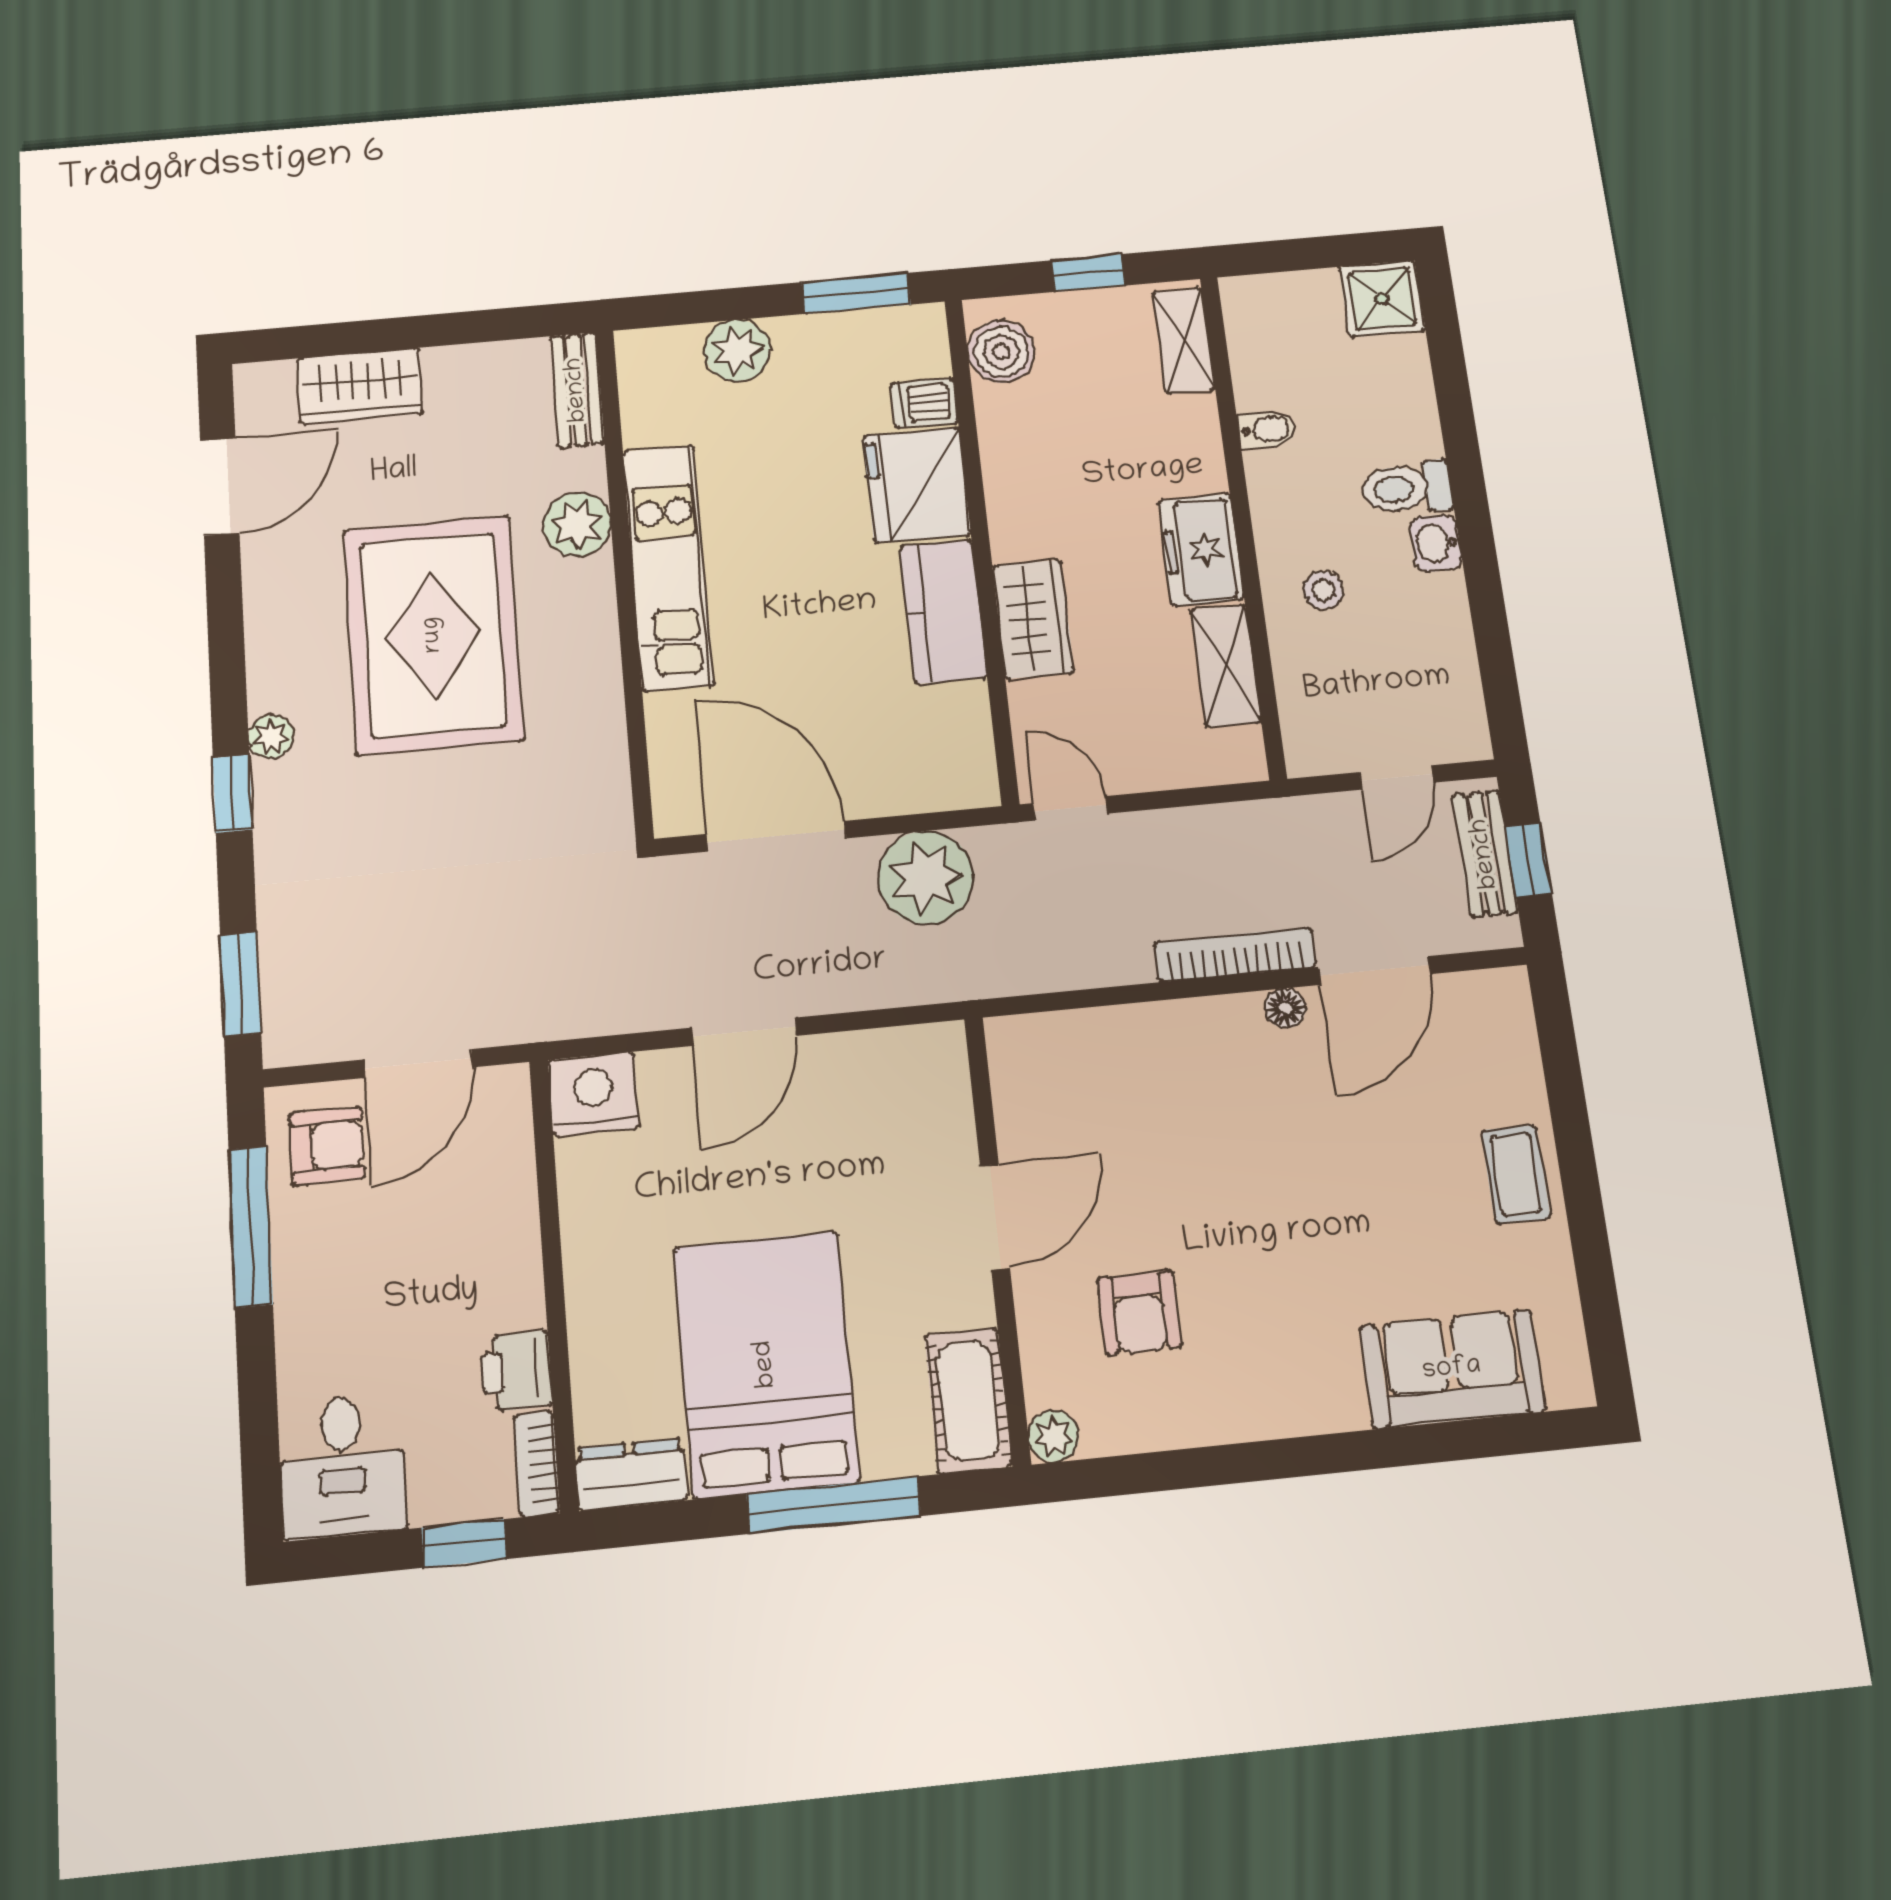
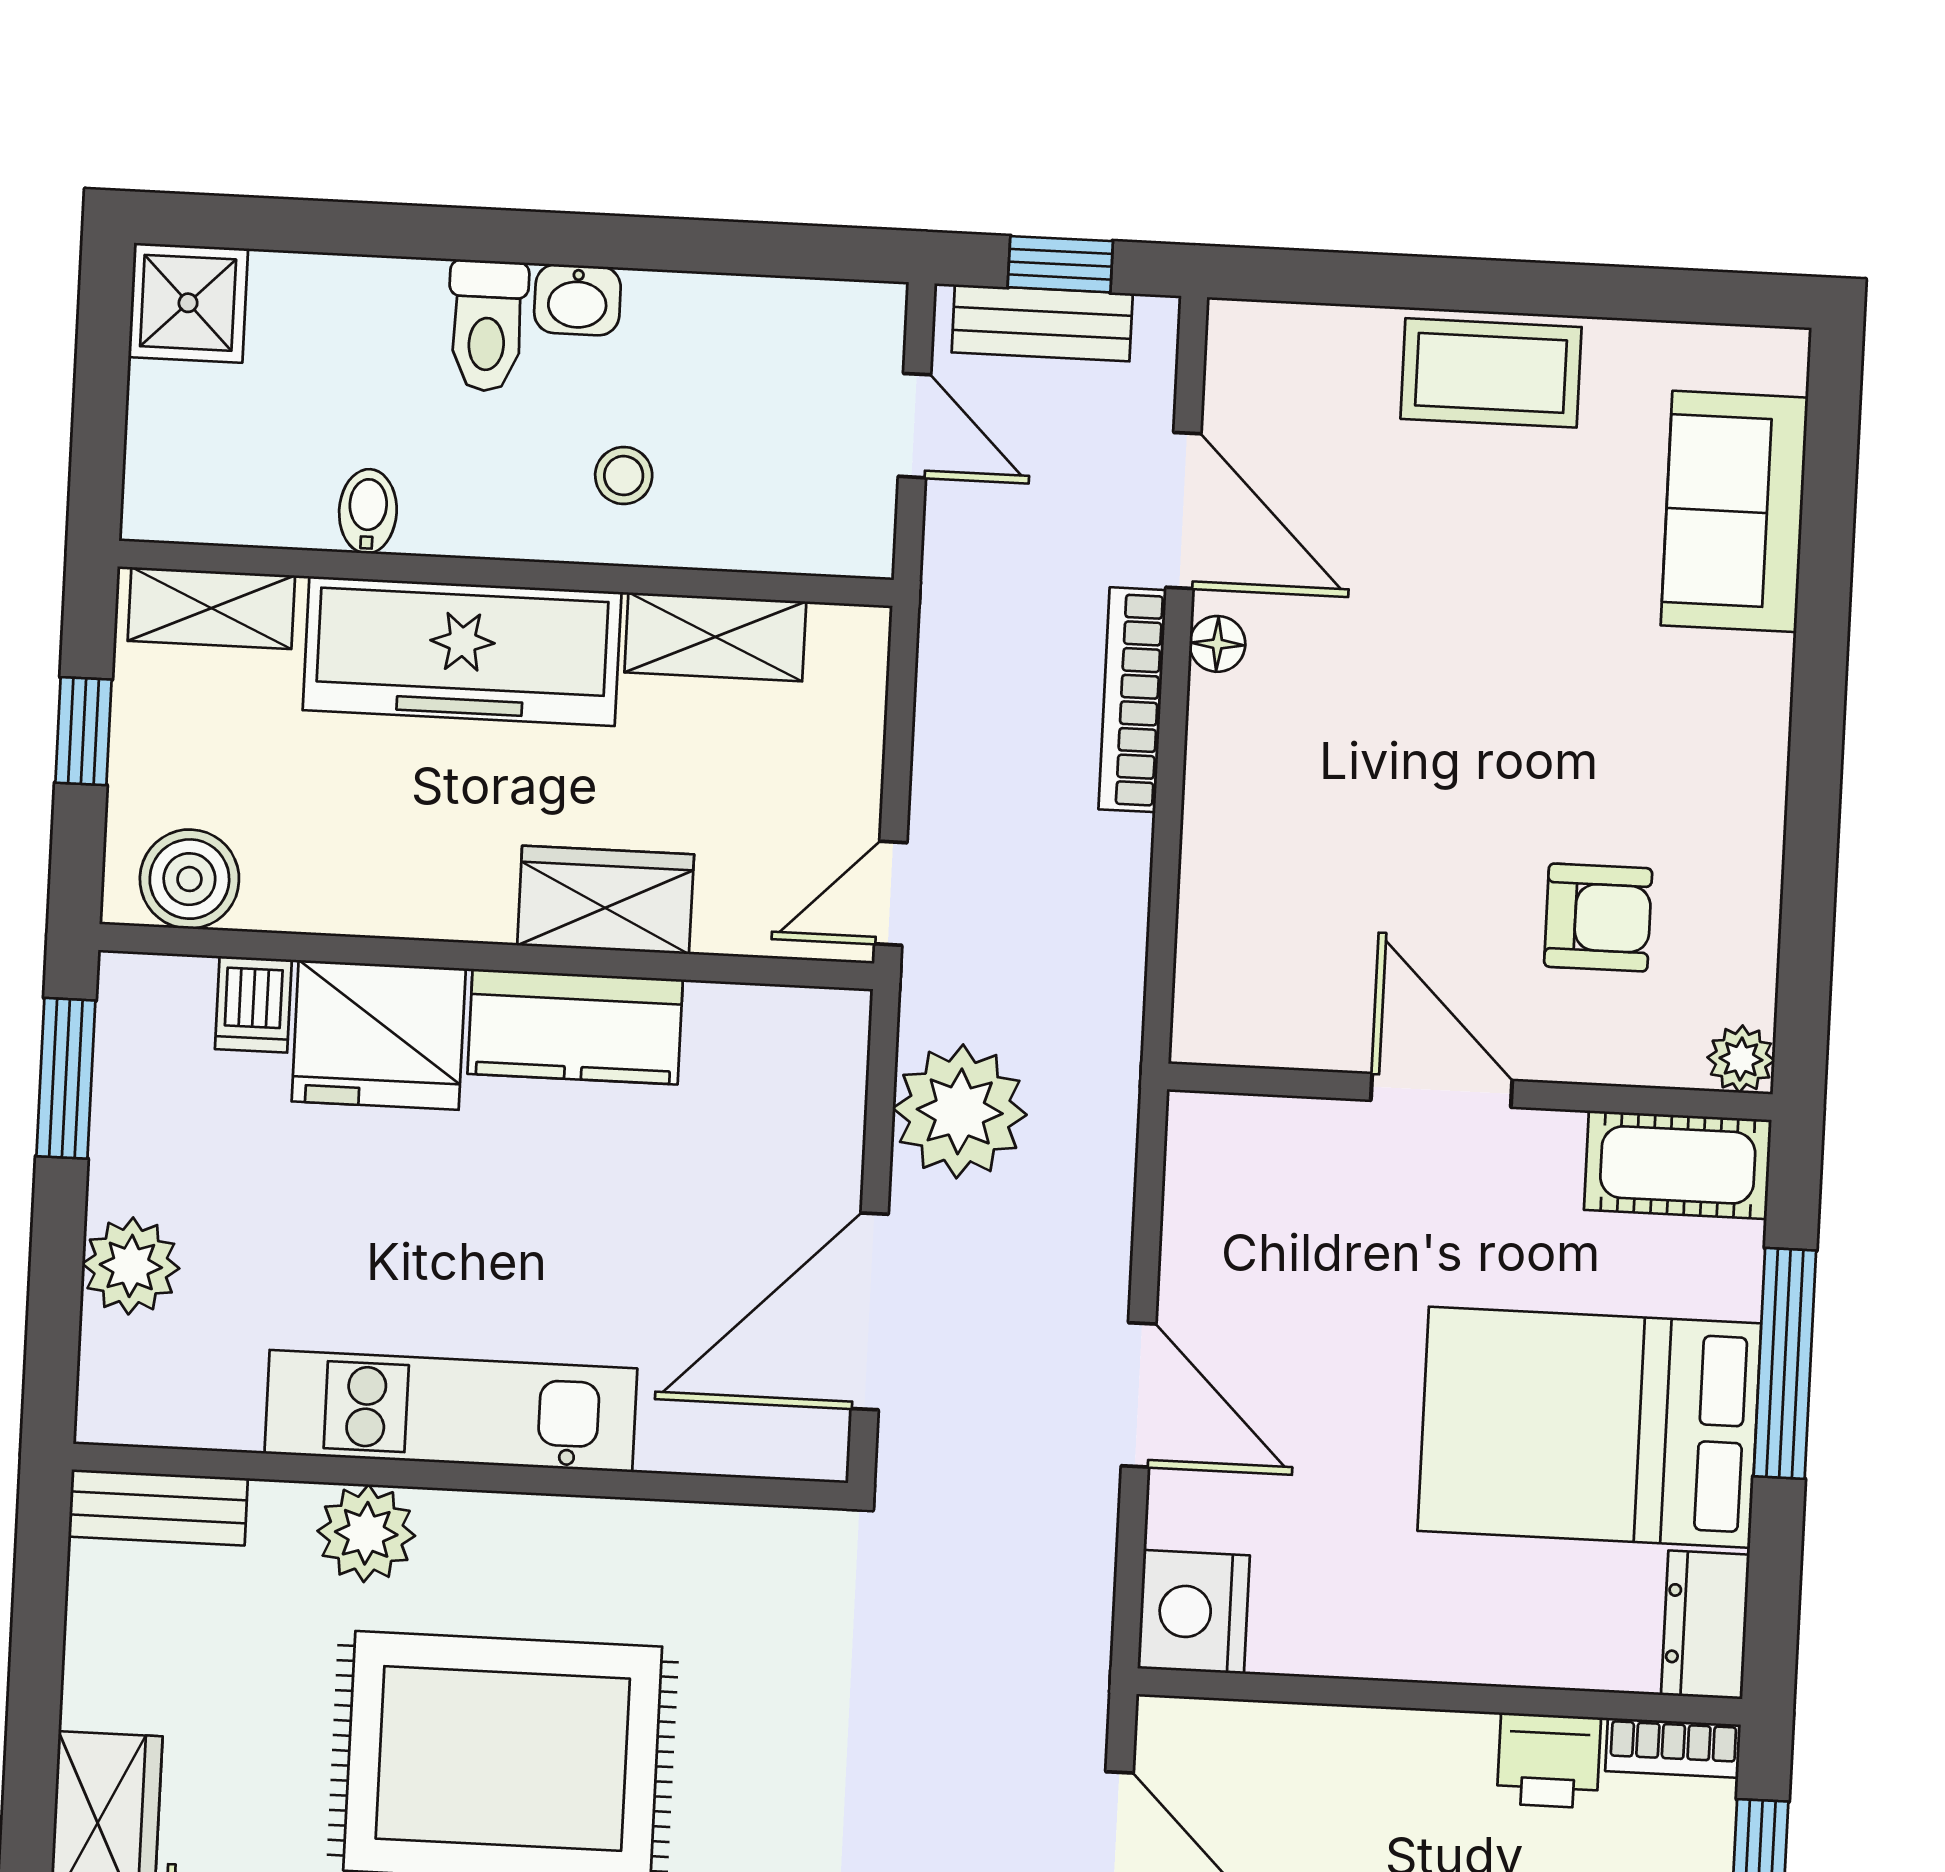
freezer: (1201, 550) -> (462, 651), width x1.91, depth x1.26
coffee table: (1516, 1174) -> (1491, 373), width x1.36, depth x1.30

